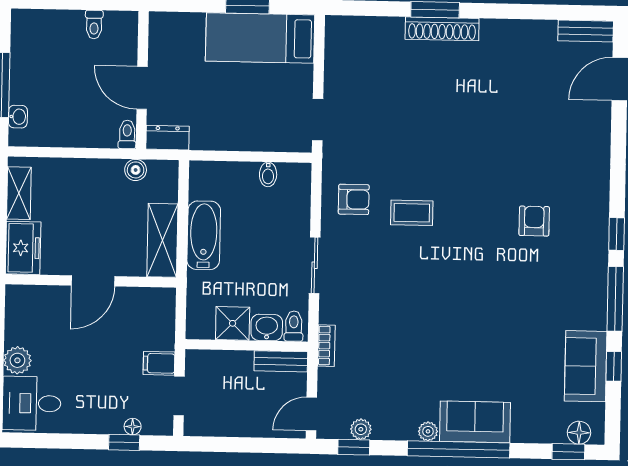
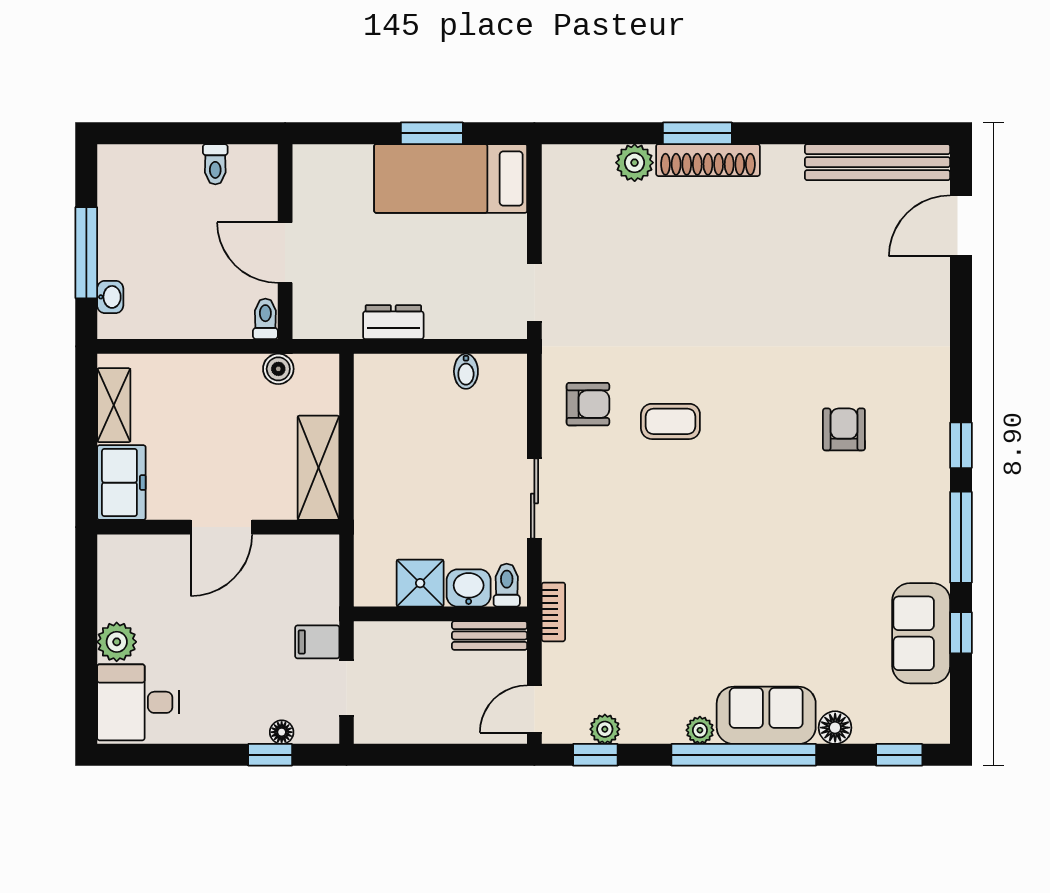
plant: (390, 30) -> (635, 163), added
bench: (586, 31) -> (877, 162), width x1.86, depth x1.21
dresser: (167, 138) -> (393, 322), moved
bathtub: (204, 235) -> (377, 459), removed
floor lamp: (579, 433) -> (835, 728), moved

